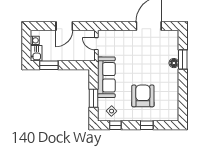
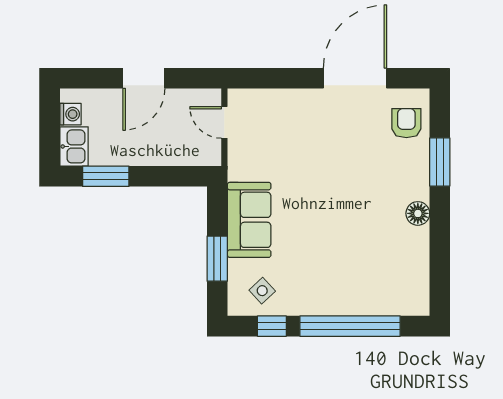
floor lamp: (174, 63) -> (418, 213), moved
sofa: (106, 77) -> (249, 220), width x0.73
armchair: (143, 96) -> (406, 123), moved, width x0.53, depth x0.53
window: (147, 125) -> (350, 326), width x3.17

